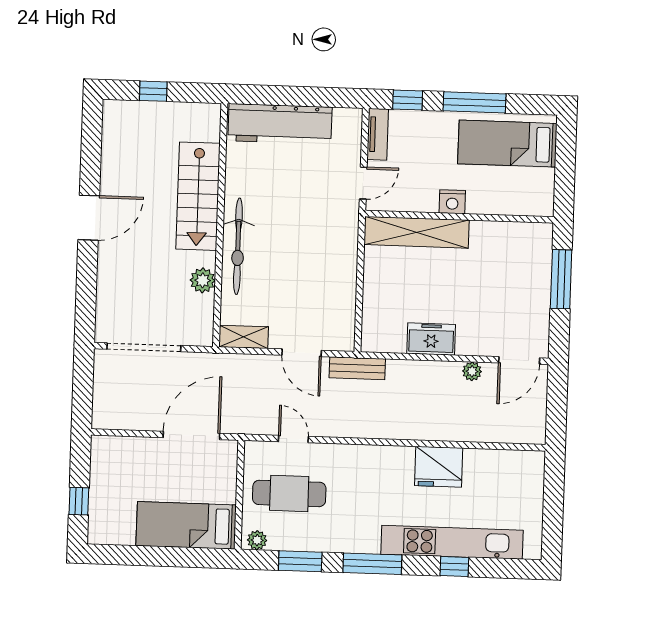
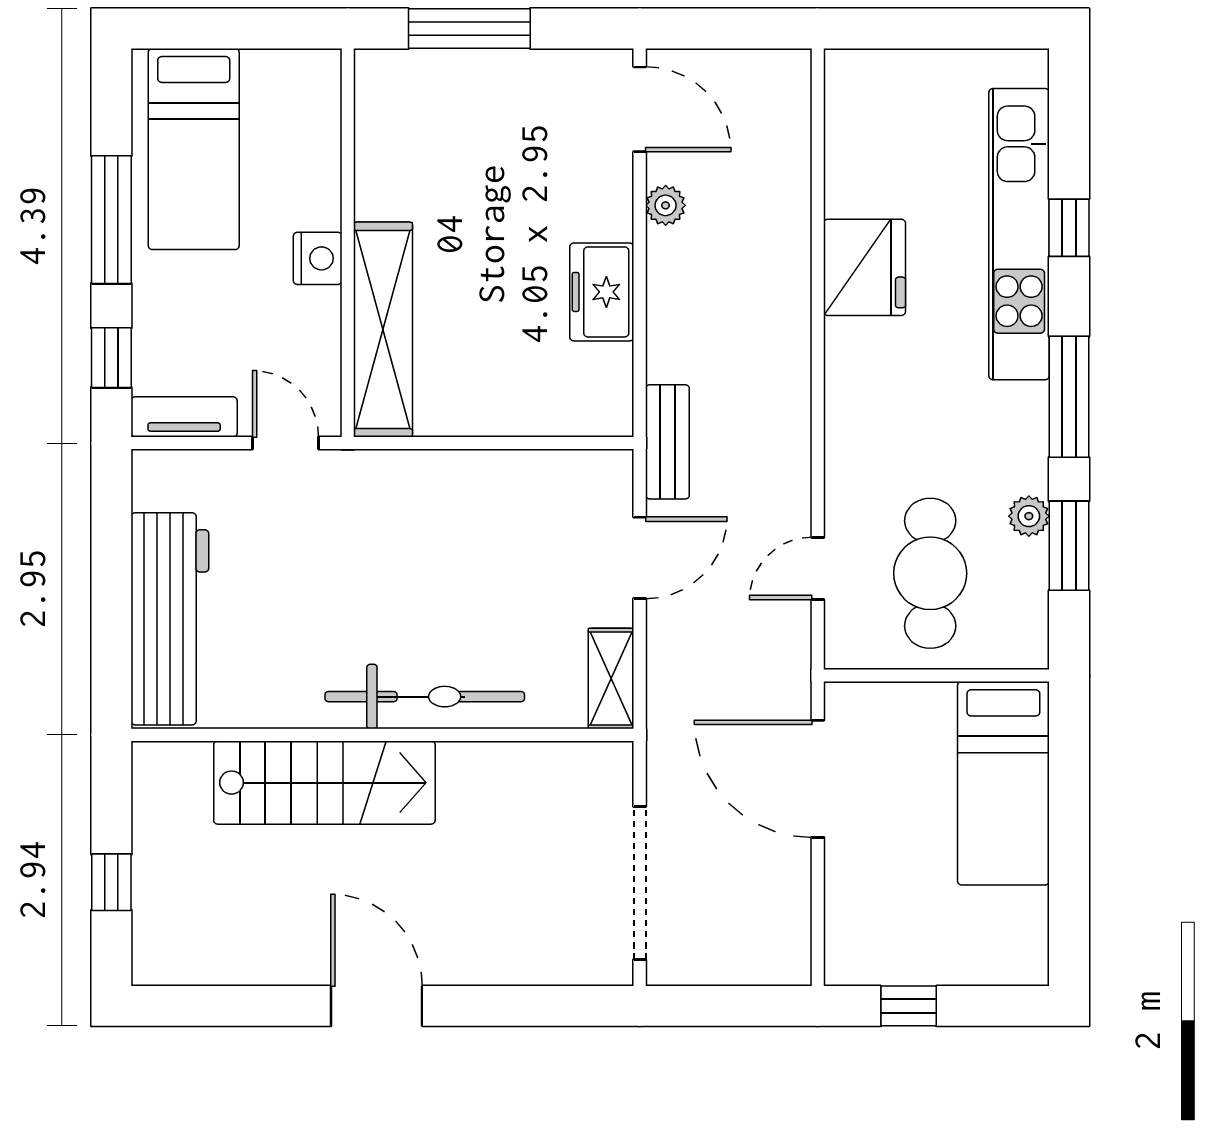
plant: (203, 280) -> (498, 767), removed
window: (79, 501) -> (909, 1006), moved
plant: (257, 540) -> (1029, 516), moved

